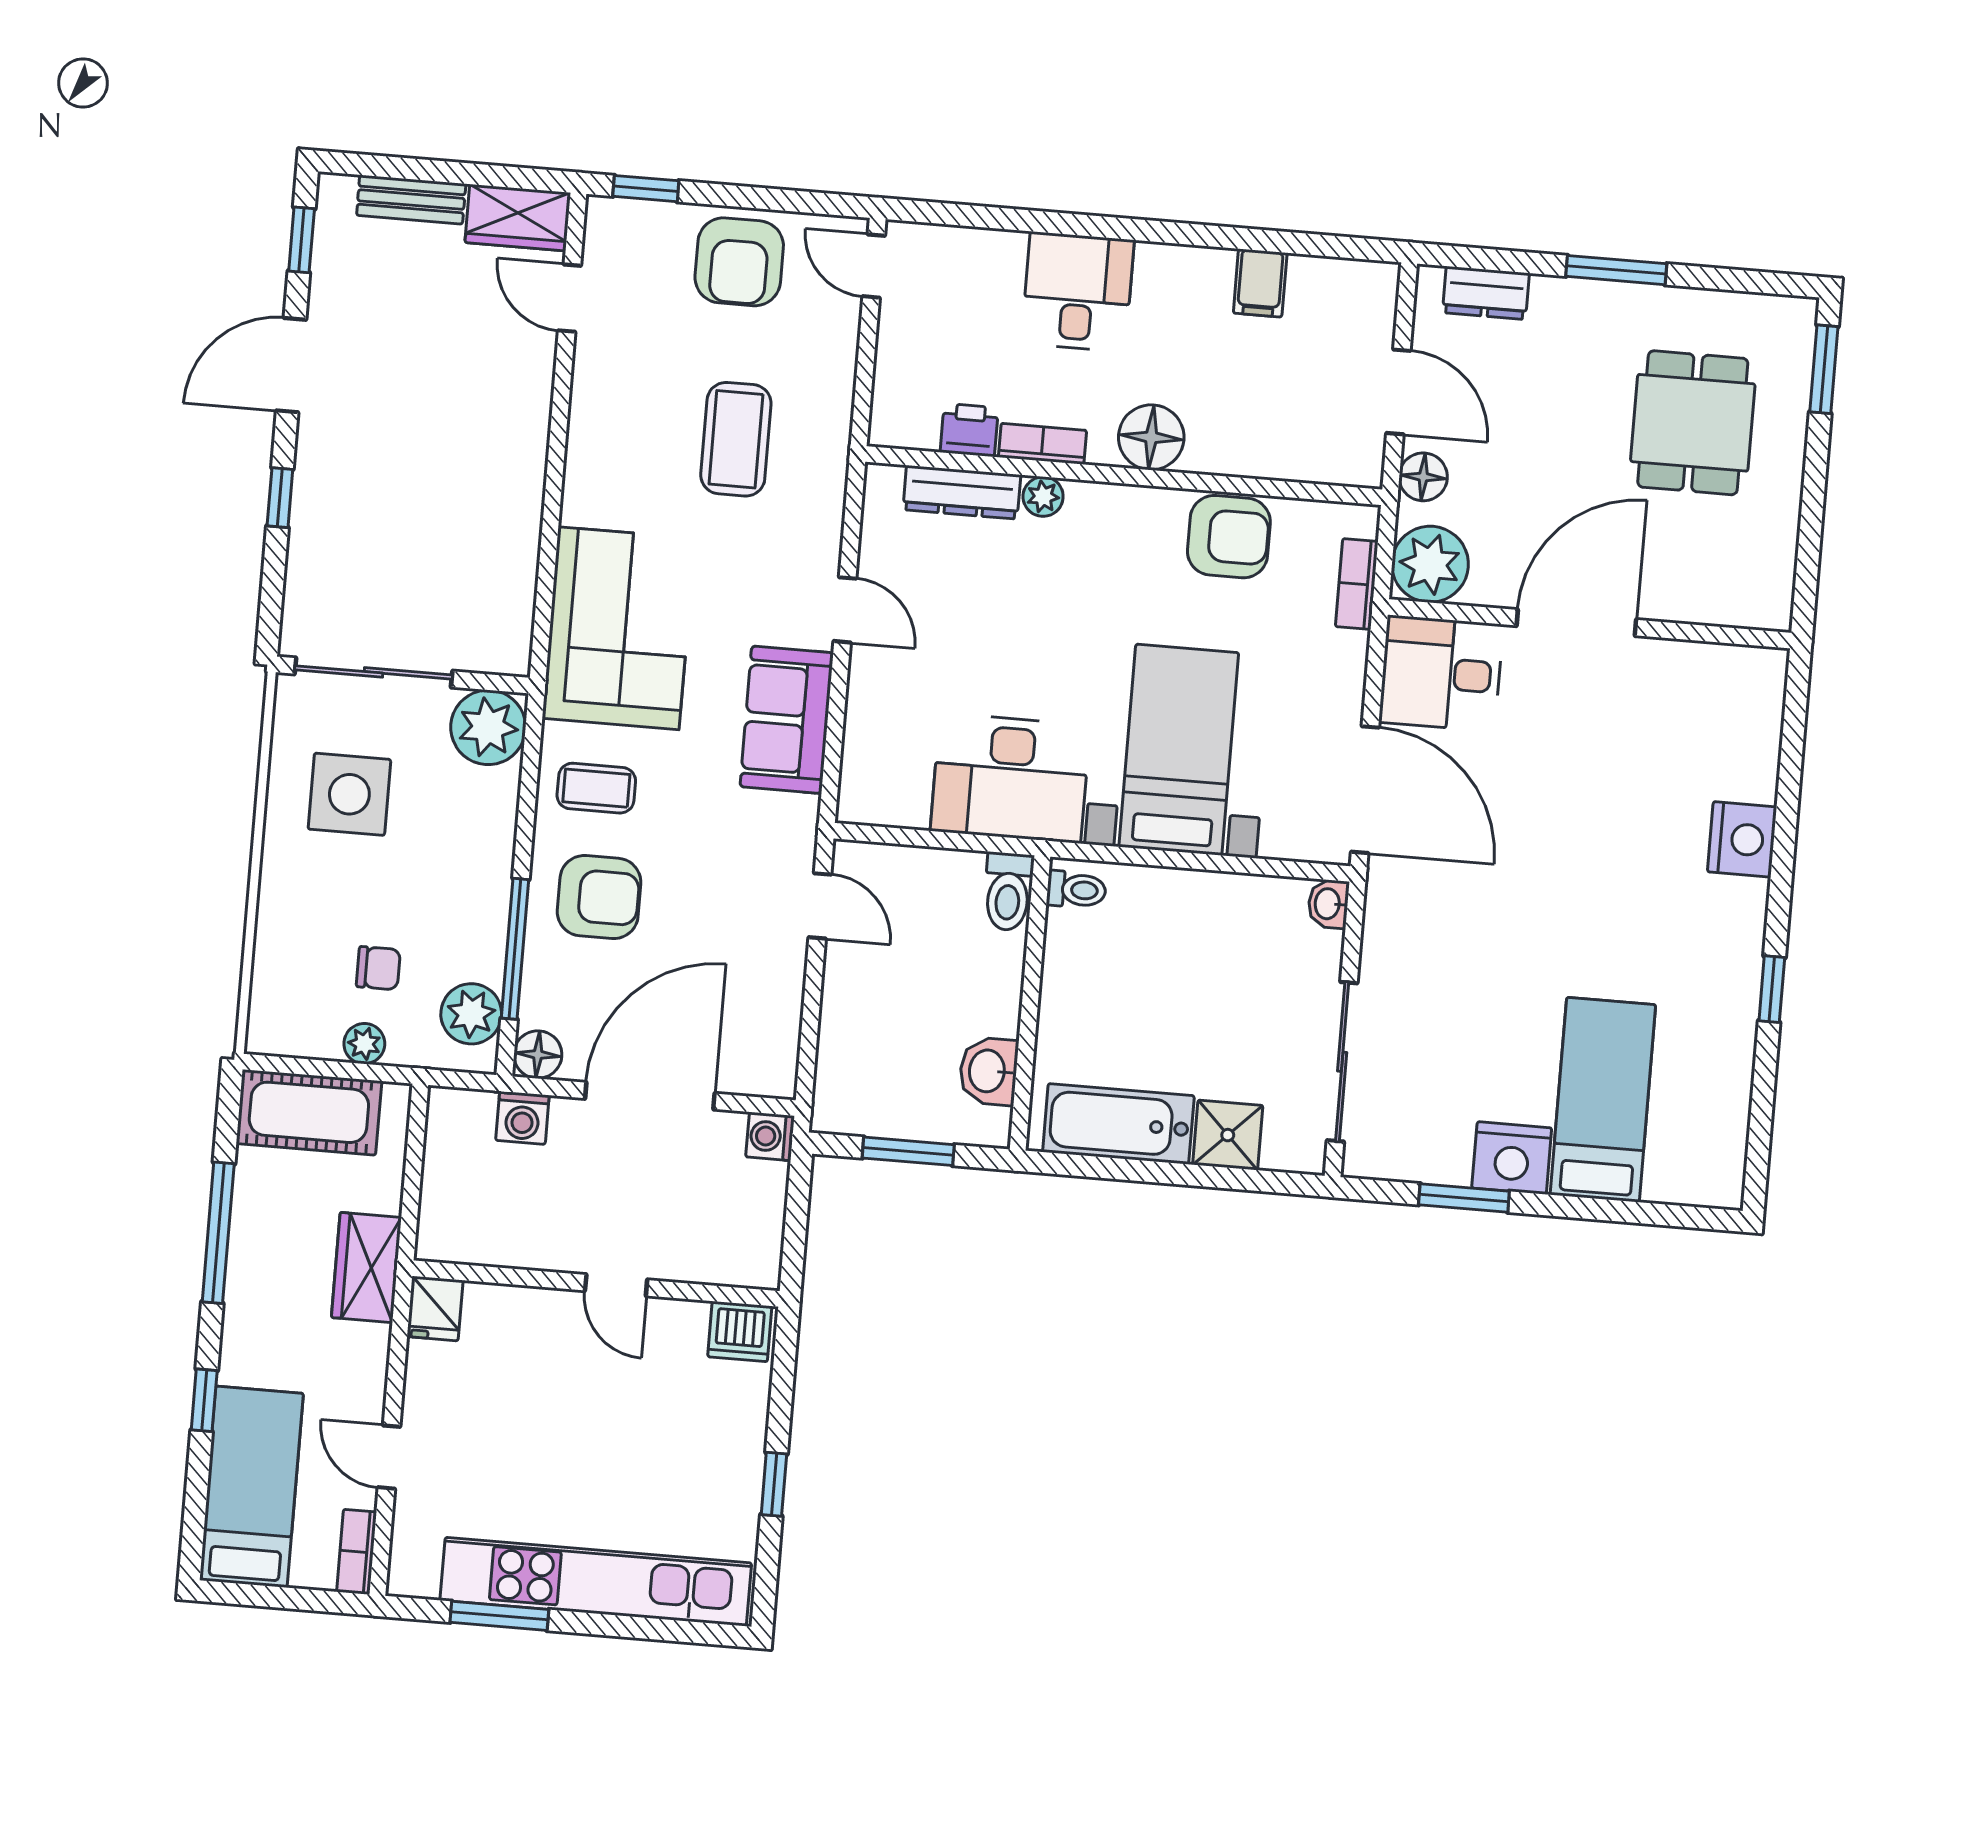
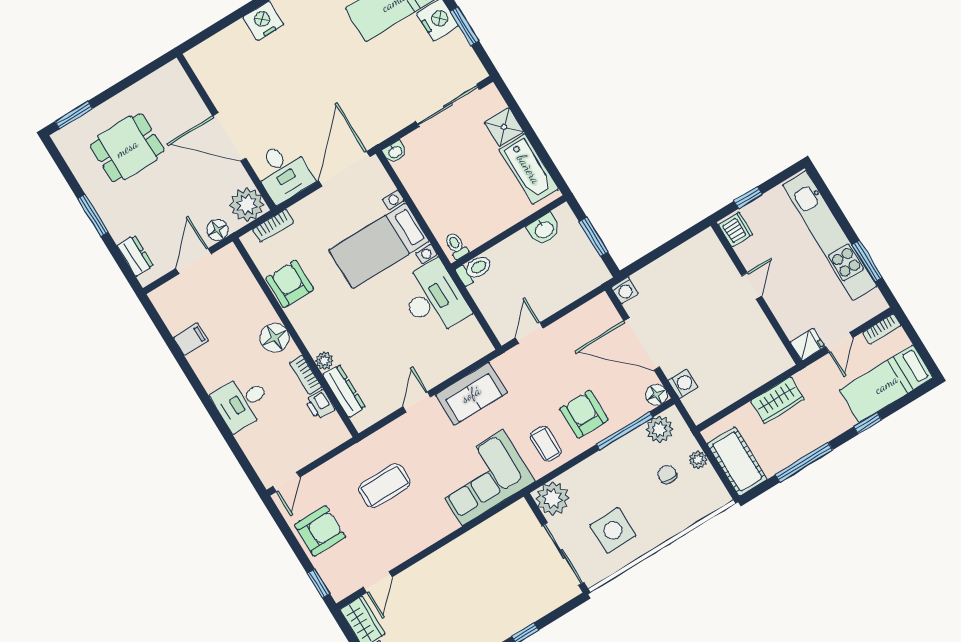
wall: (596, 1284) -> (756, 293), moved
door: (616, 1285) -> (752, 286), moved
fridge: (435, 1308) -> (807, 344), moved
dishwasher: (740, 1332) -> (736, 229), moved

